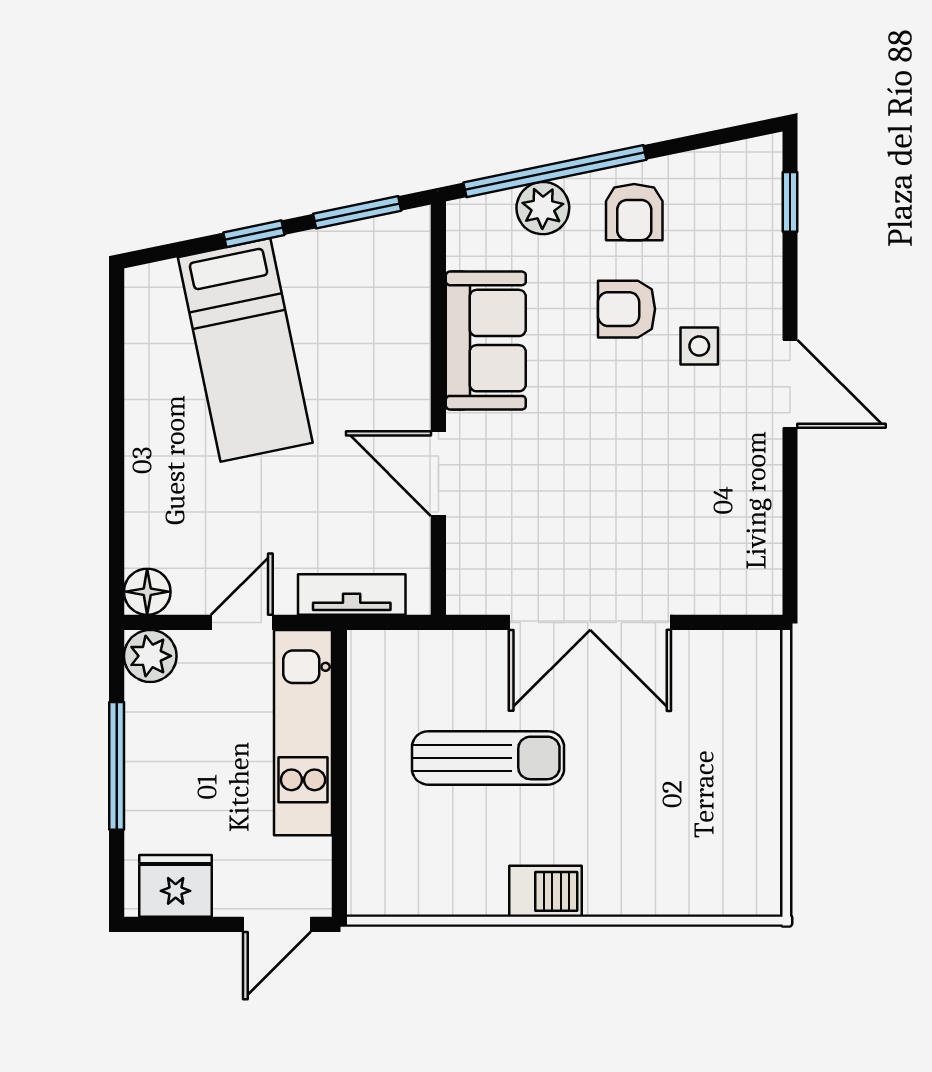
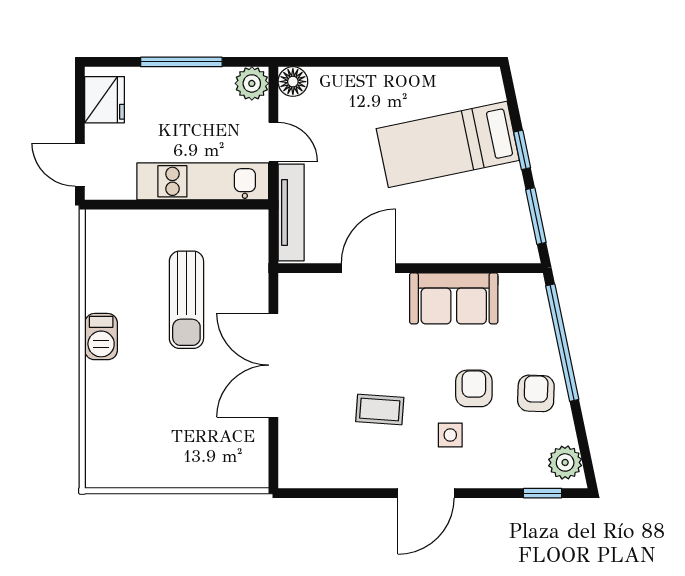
plant: (543, 208) -> (565, 462), moved
armchair: (634, 212) -> (536, 393), turned 92
coffee table: (659, 456) -> (380, 409), added
tv unit: (352, 594) -> (291, 212), width x1.41

